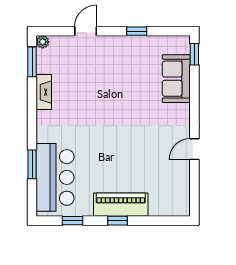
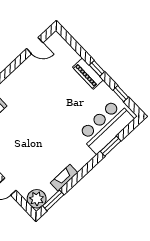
plant: (43, 42) -> (37, 199), width x1.88, depth x1.88
door: (194, 149) -> (35, 46), moved
piano: (121, 205) -> (88, 74), width x0.73, depth x0.75

